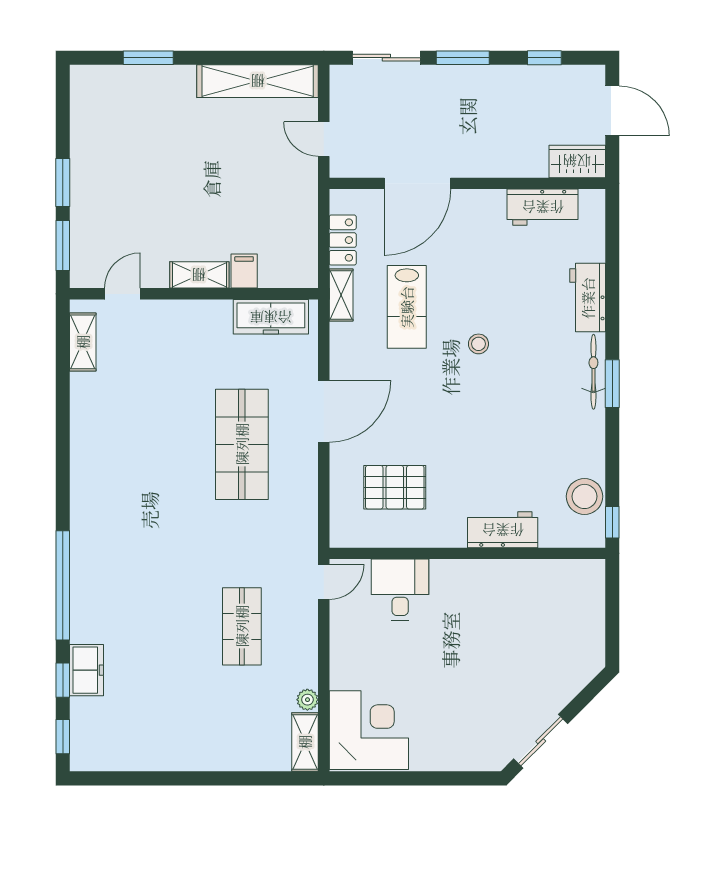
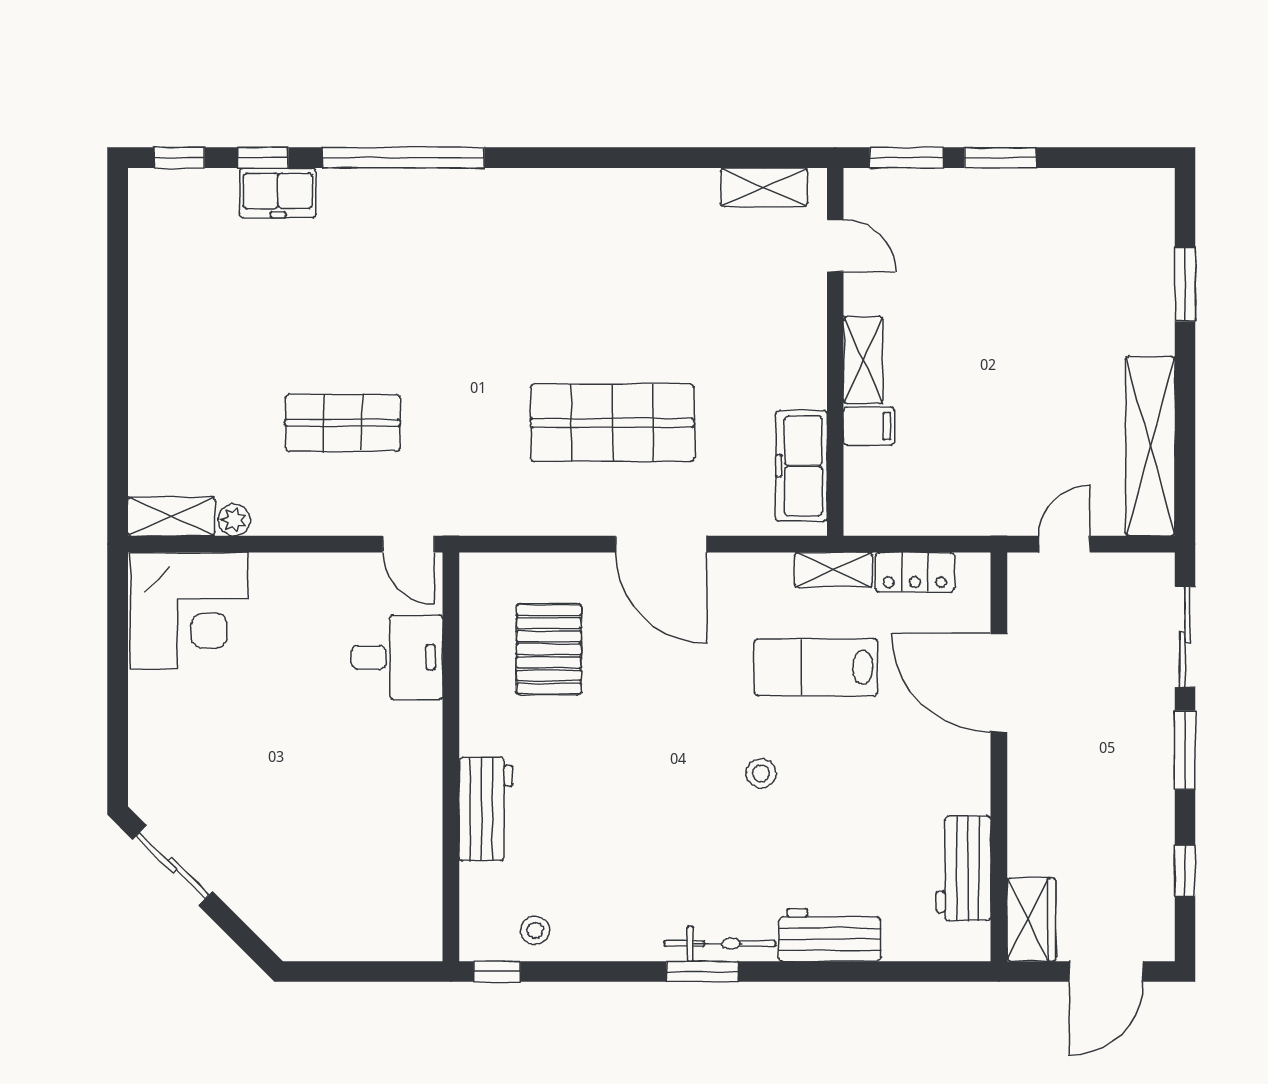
stool: (585, 496) -> (535, 930), width x0.53, depth x0.53

